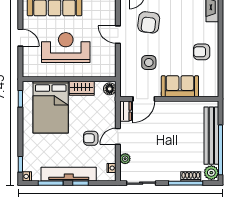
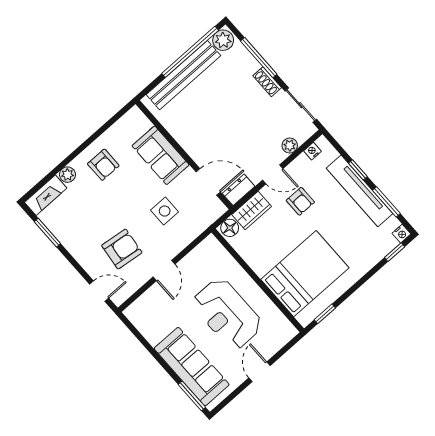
plant: (213, 28) -> (67, 175), added
wardrobe: (82, 88) -> (252, 211), moved, turned 90
shoe rack: (191, 176) -> (267, 82), moved

